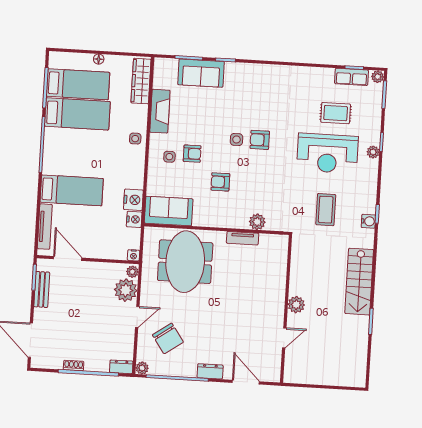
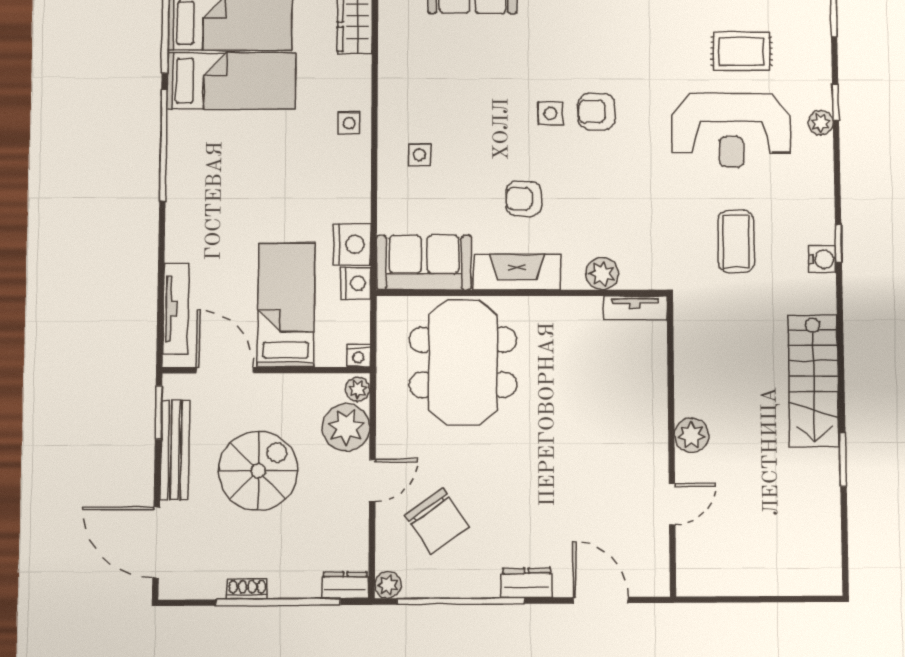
fireplace: (160, 111) -> (517, 272), moved, turned -90
armchair: (192, 154) -> (464, 146), removed
bed: (72, 190) -> (286, 305), moved, turned -90
tv unit: (243, 238) -> (635, 308), moved
bench: (42, 289) -> (175, 450), width x1.36
spiral stairs: (82, 309) -> (258, 471), added

